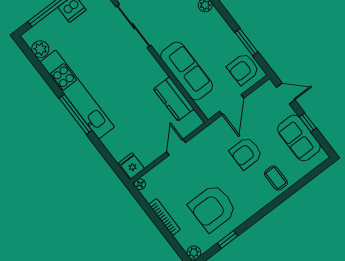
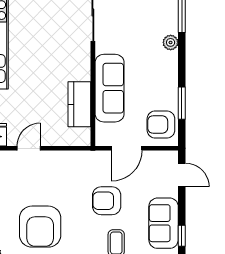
window: (308, 122) -> (182, 236), moved
door: (176, 147) -> (29, 148), moved
armchair: (213, 208) -> (40, 227), turned -90

